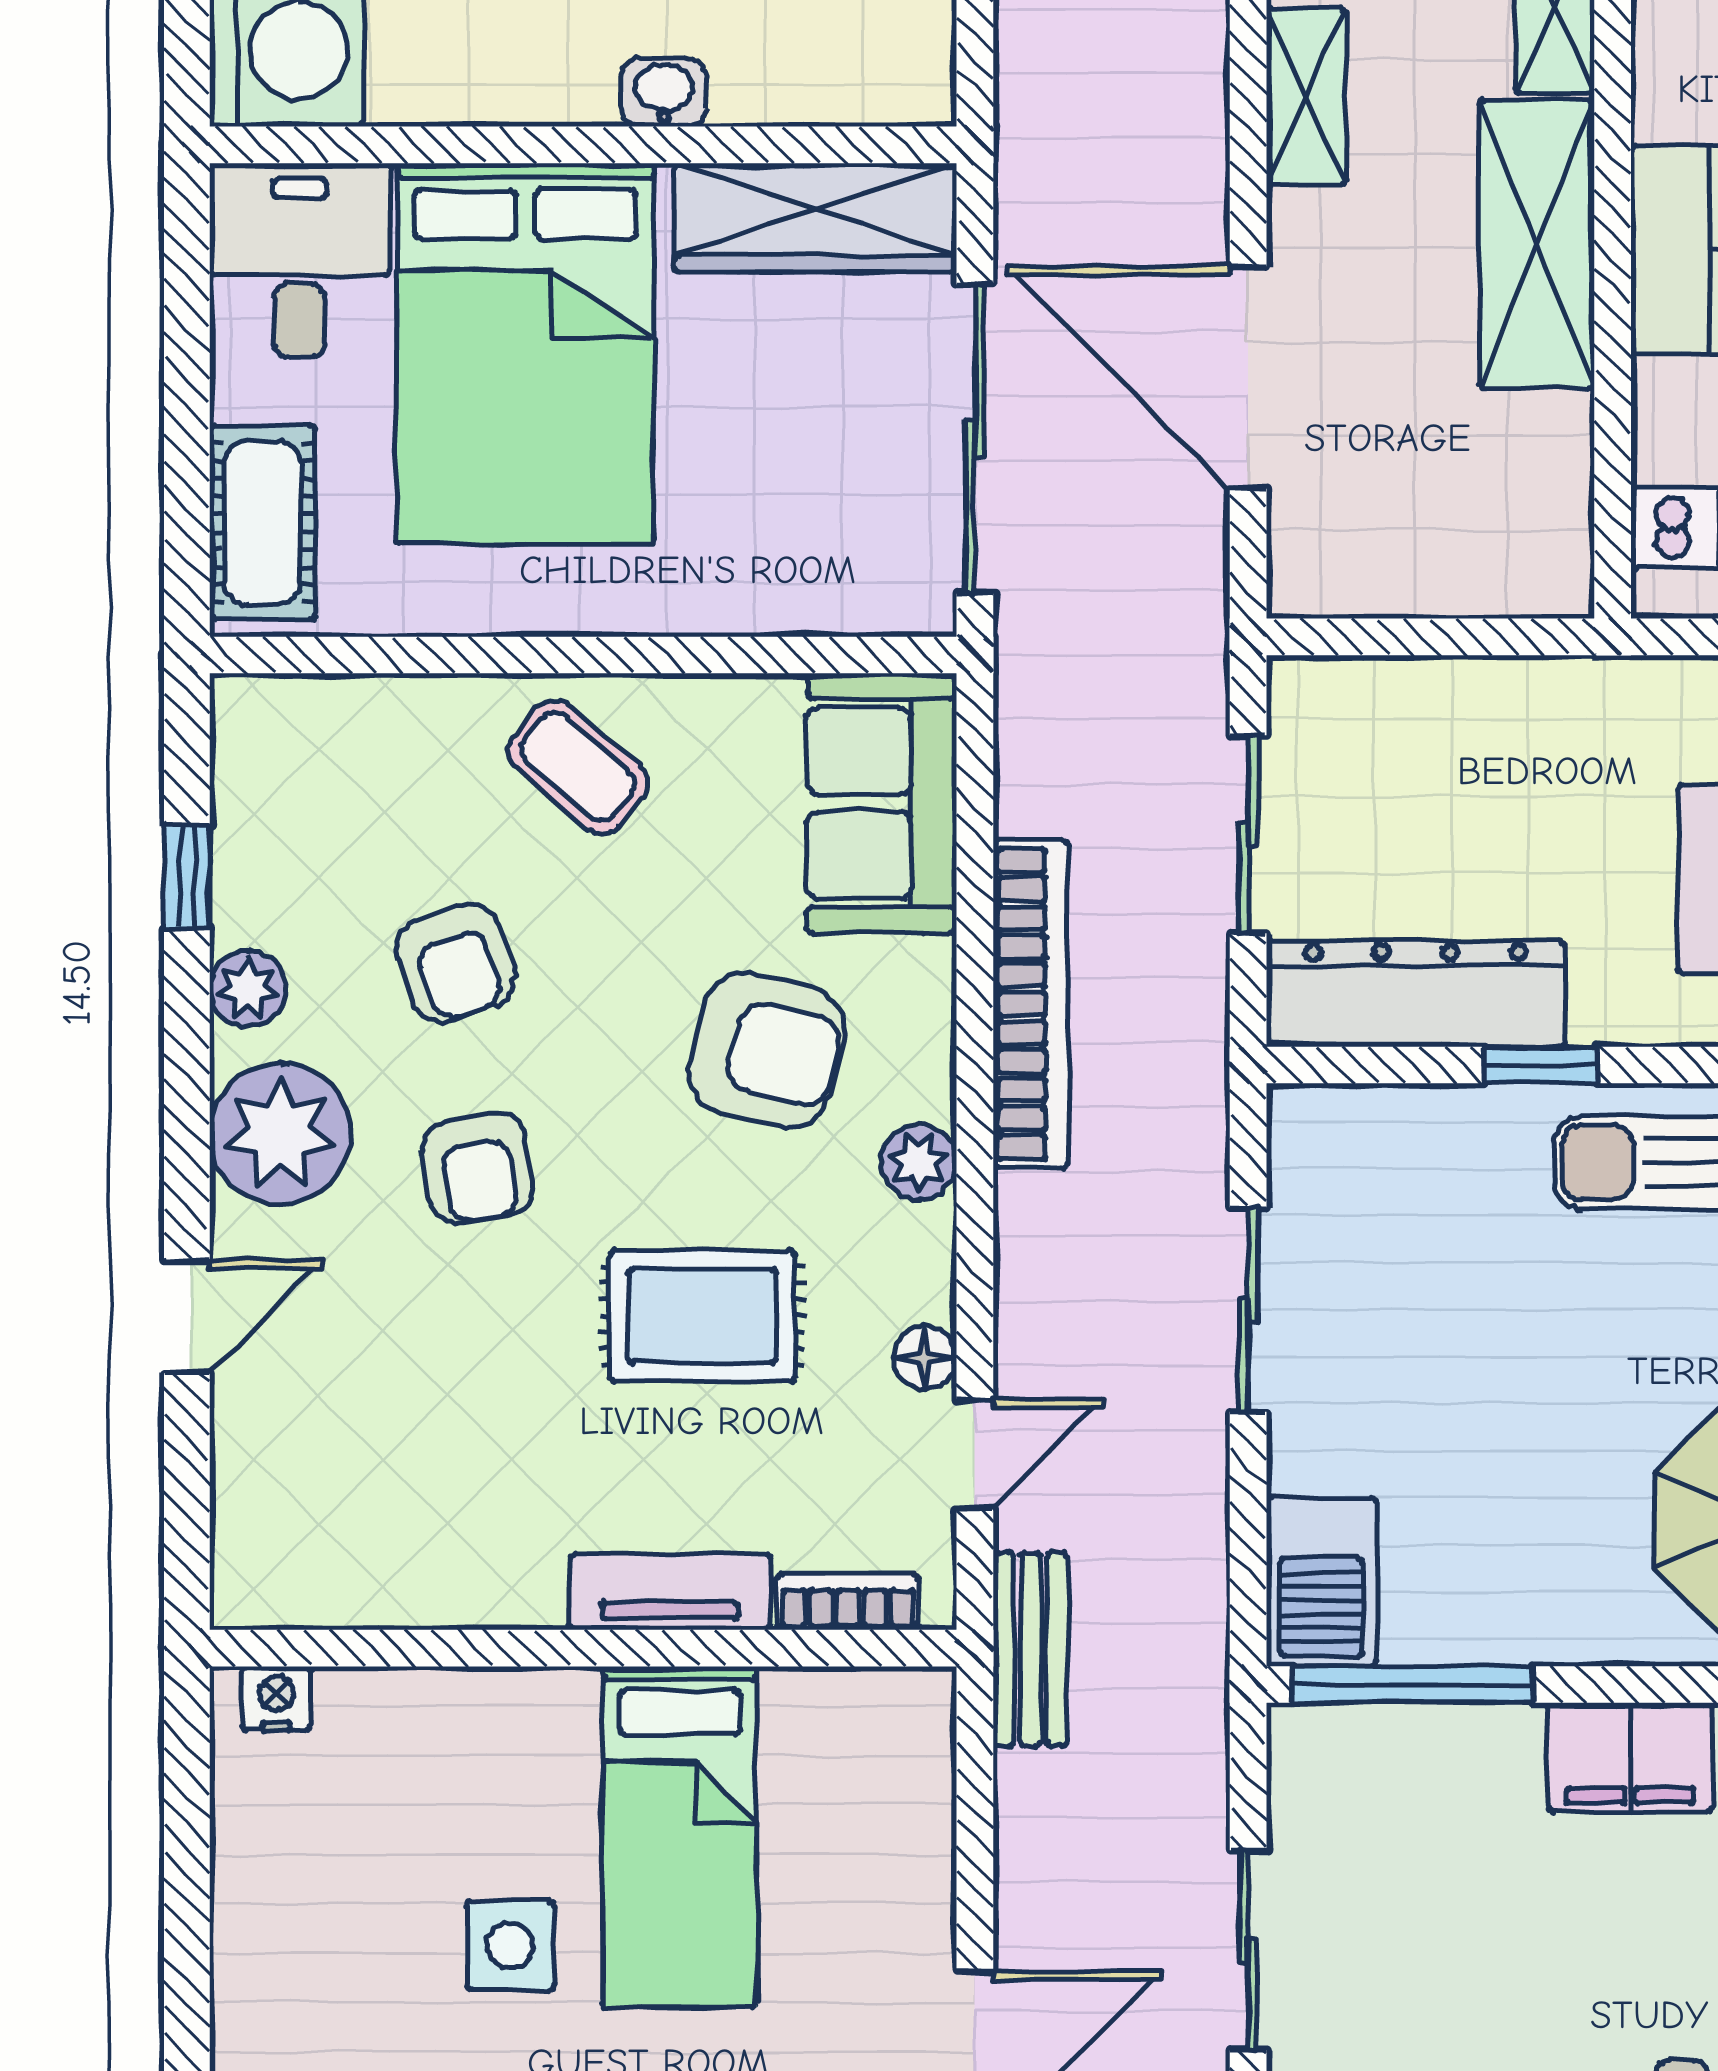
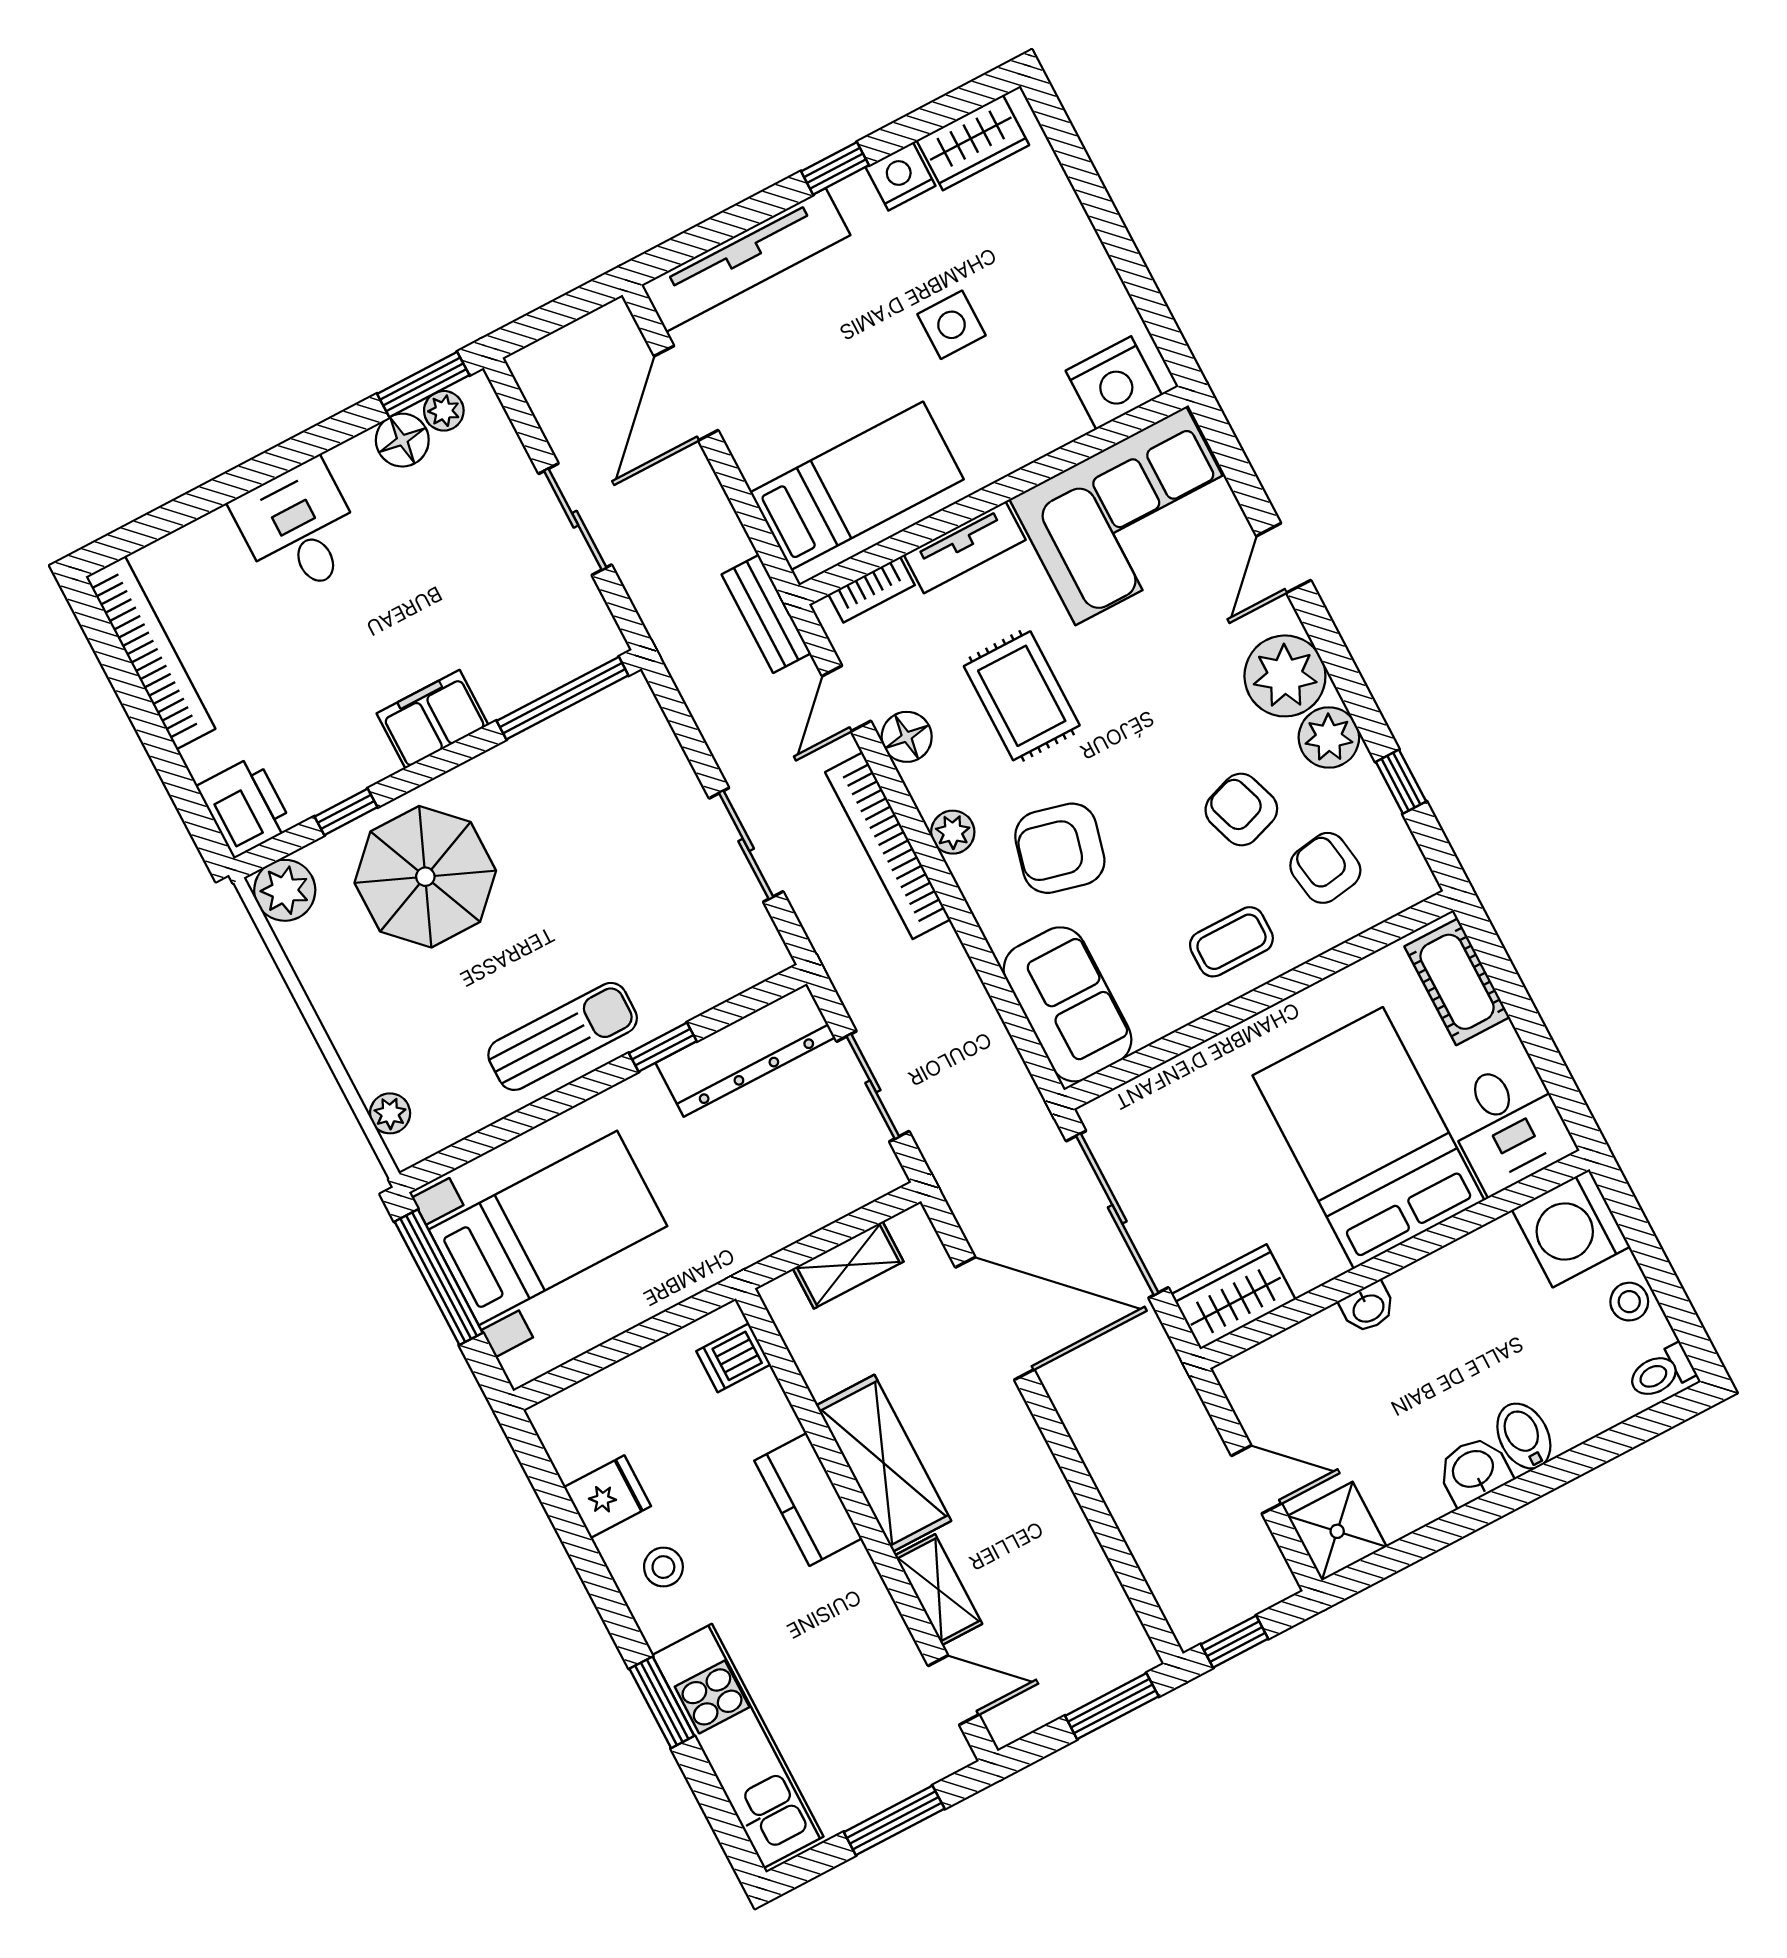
shelving: (1306, 97) -> (848, 1265), moved, turned 90
wardrobe: (816, 218) -> (1233, 1297), width x0.67
coffee table: (578, 767) -> (1231, 942), turned -41
plant: (248, 989) -> (1329, 737), width x1.38, depth x1.38
bookcase: (1030, 1004) -> (888, 846), moved
armchair: (478, 1168) -> (1325, 868), moved
rug: (702, 1316) -> (1022, 696), turned 90
floor lamp: (925, 1358) -> (907, 737), width x1.37, depth x1.37
corner sofa: (388, 1506) -> (1131, 516), added
barbecue: (1321, 1582) -> (636, 726), removed
nightstand: (276, 1699) -> (1114, 383), width x1.89, depth x1.79
bed: (680, 1837) -> (857, 486), moved, turned 90

